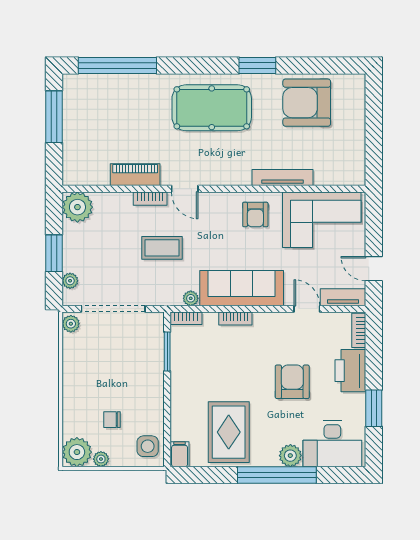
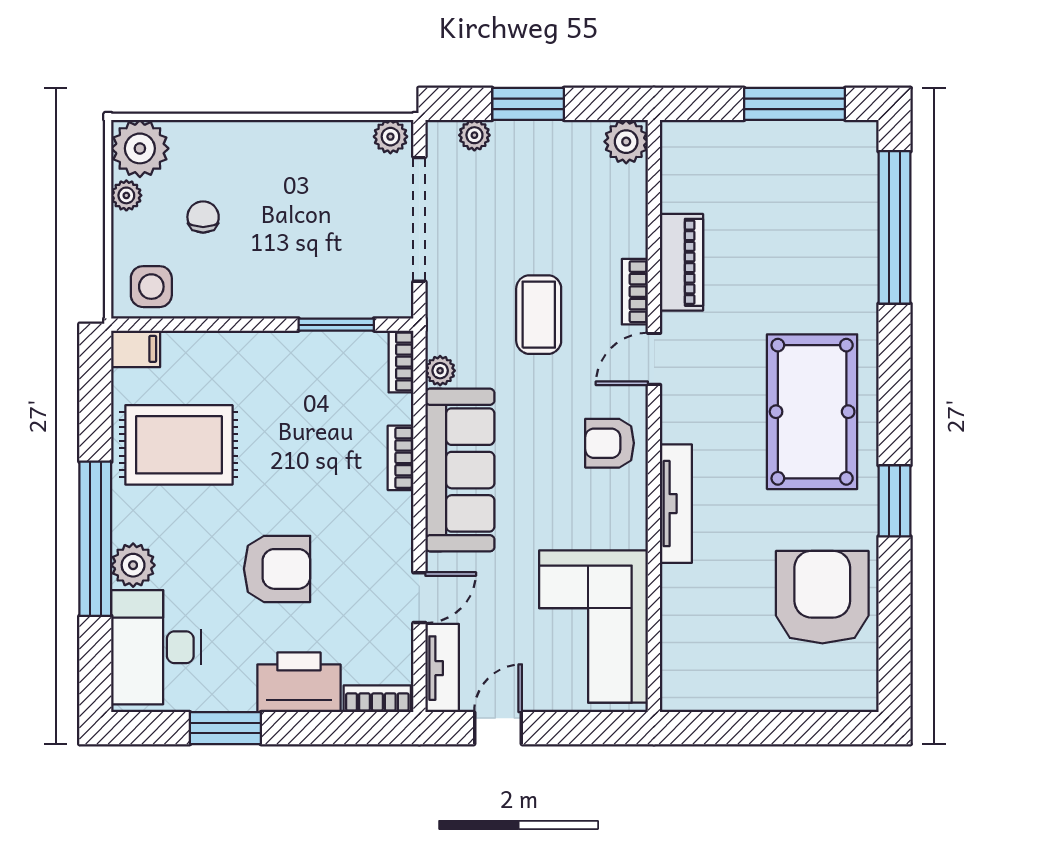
tv unit: (282, 178) -> (676, 504), moved
plant: (77, 207) -> (626, 142), width x0.73, depth x0.73
armchair: (255, 215) -> (610, 443), moved

